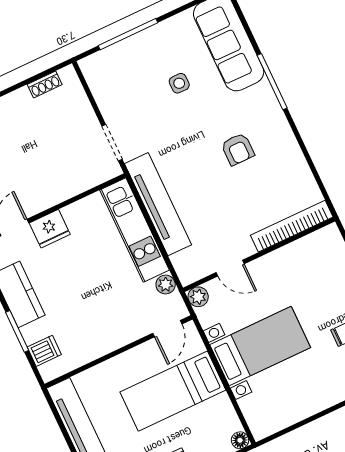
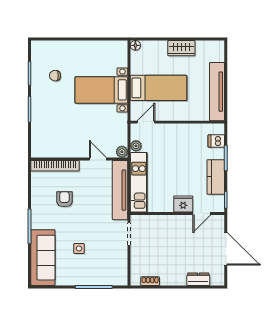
bookcase: (292, 226) -> (55, 166), moved
wall: (259, 255) -> (79, 159), moved
door: (230, 268) -> (98, 159), moved
plant: (198, 297) -> (122, 152), moved

